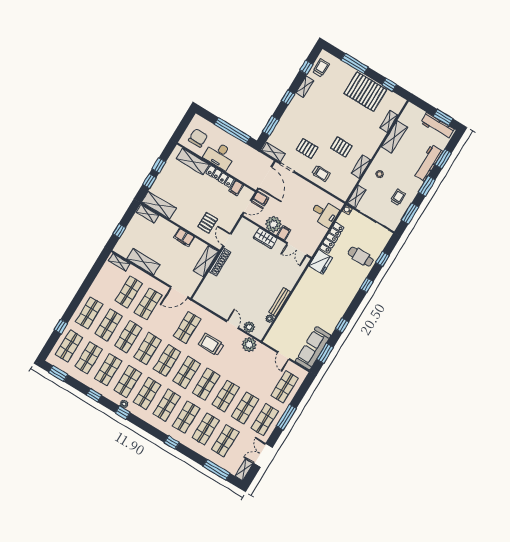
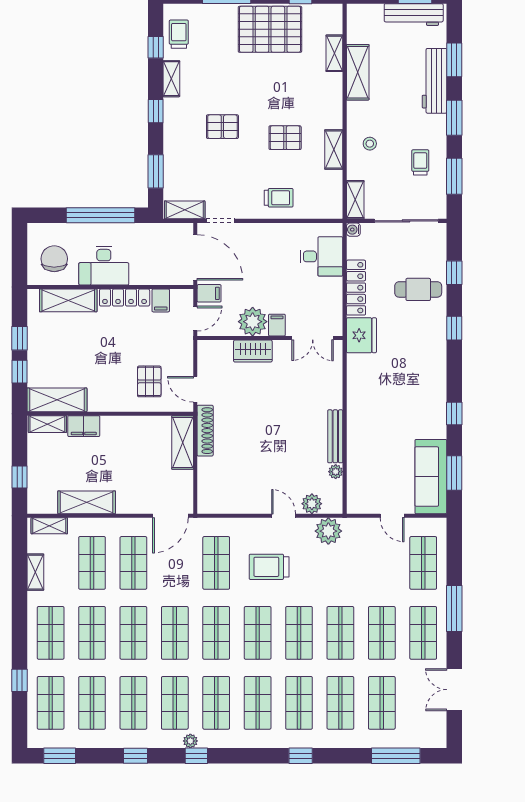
pallet: (307, 149) -> (222, 127), moved
filing cabinet: (184, 237) -> (84, 426), moved
shelving: (244, 470) -> (35, 572), moved

